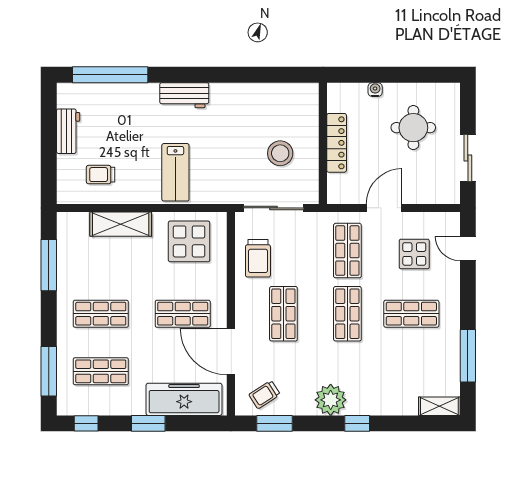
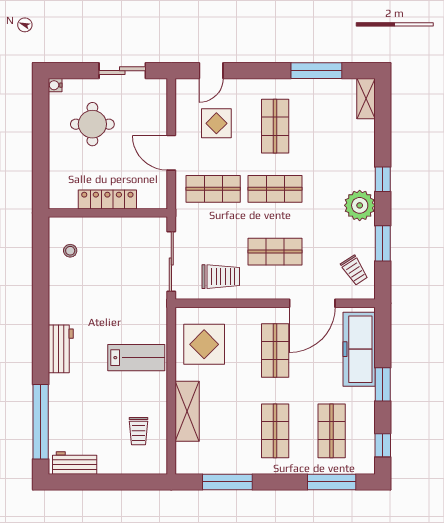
water cooler: (375, 90) -> (55, 85), moved
workbench: (68, 131) -> (75, 463), moved
stool: (280, 153) -> (70, 251), moved, width x0.53, depth x0.53
window: (274, 423) -> (383, 243), moved

